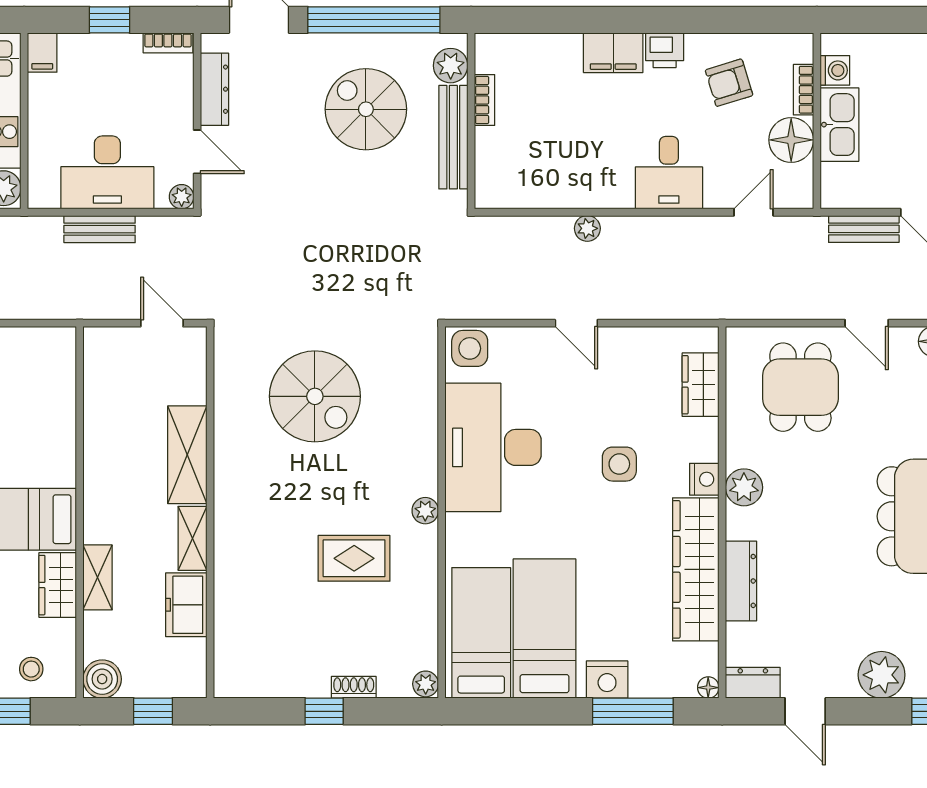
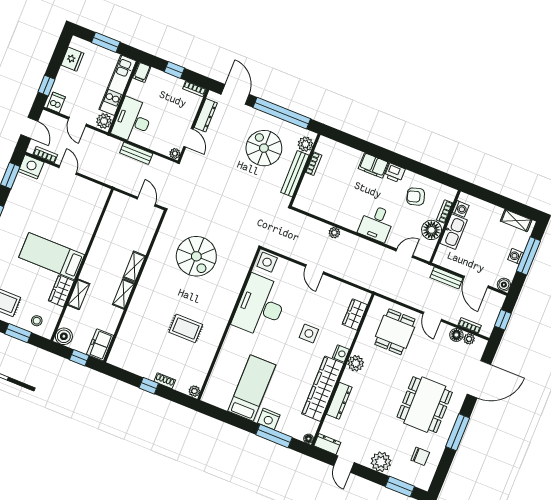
desk: (107, 172) -> (133, 120), moved, turned 90
shelving: (187, 455) -> (134, 267), width x0.67, depth x0.75
plant: (425, 511) -> (222, 321), removed
freezer: (186, 605) -> (100, 345), moved
bed: (481, 633) -> (225, 379), removed

